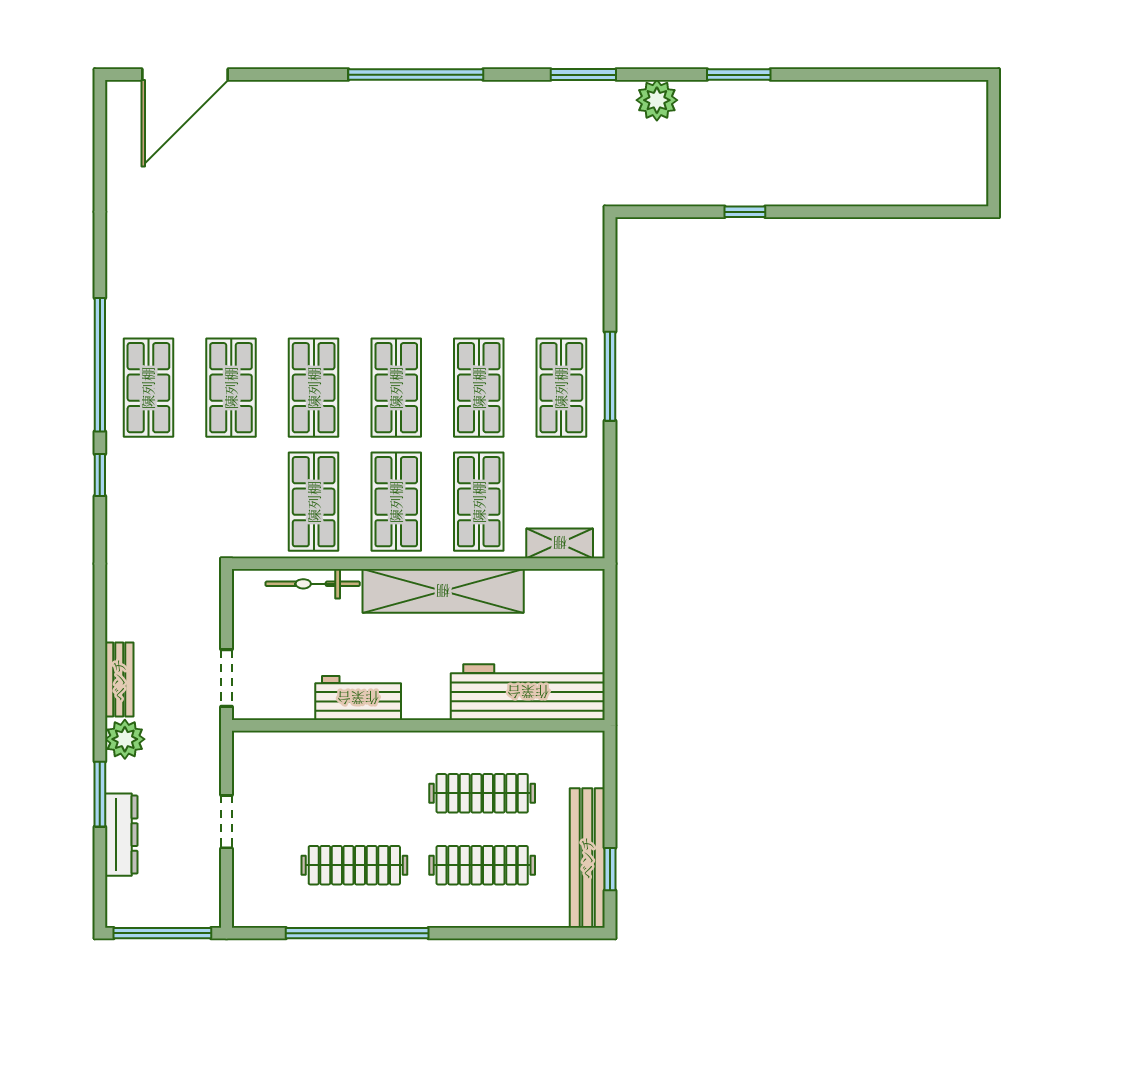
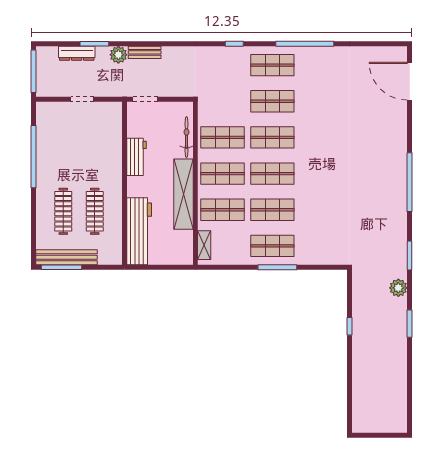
window: (100, 365) -> (305, 44), moved
clothes rail: (354, 865) -> (63, 155), removed
window: (610, 869) -> (62, 267), width x2.17

